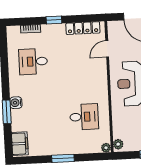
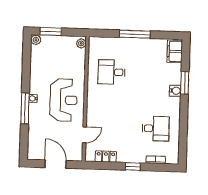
locker: (83, 28) -> (106, 157), width x0.66
plant: (106, 148) -> (93, 41), removed
window: (63, 158) -> (135, 34), width x1.44

